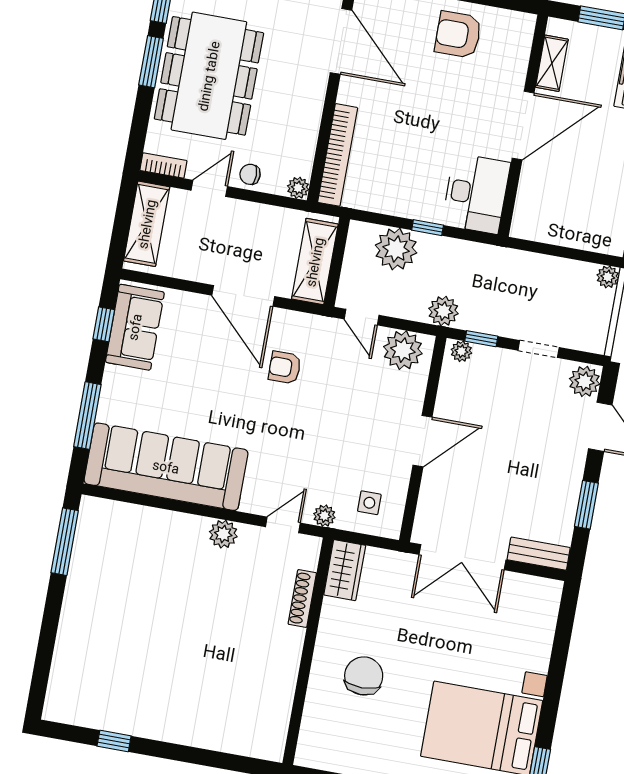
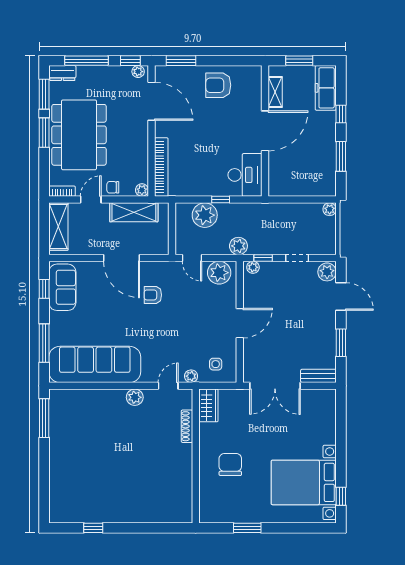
shelving: (315, 262) -> (134, 212), moved, turned 90

